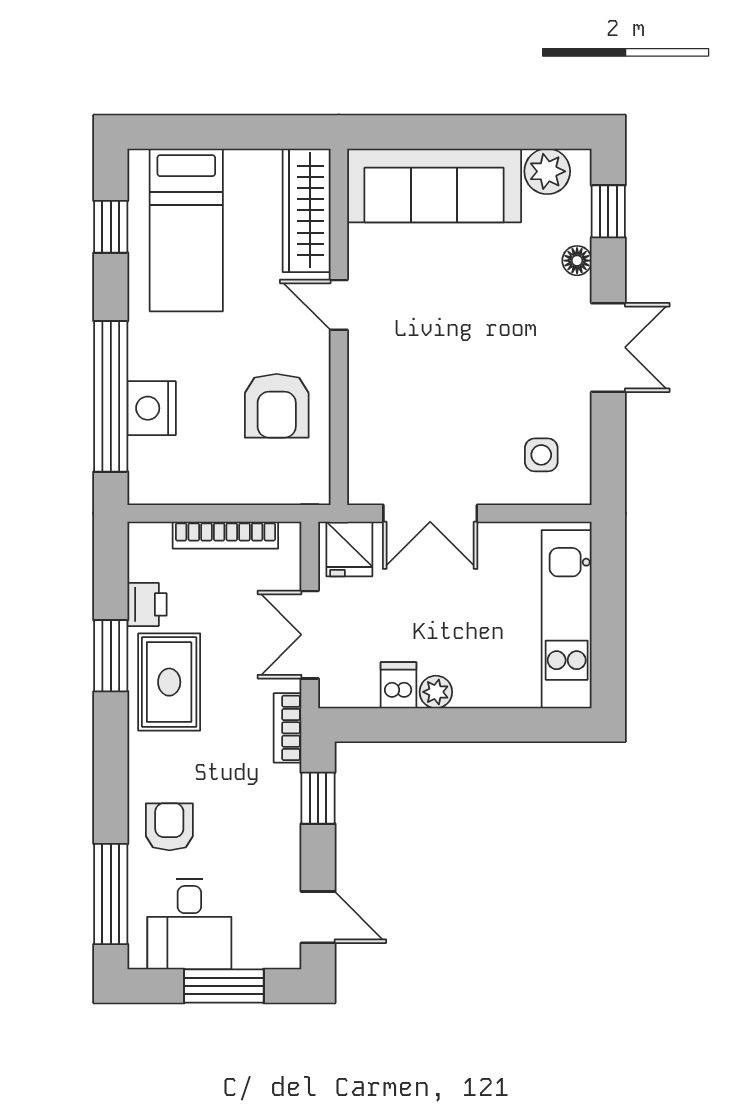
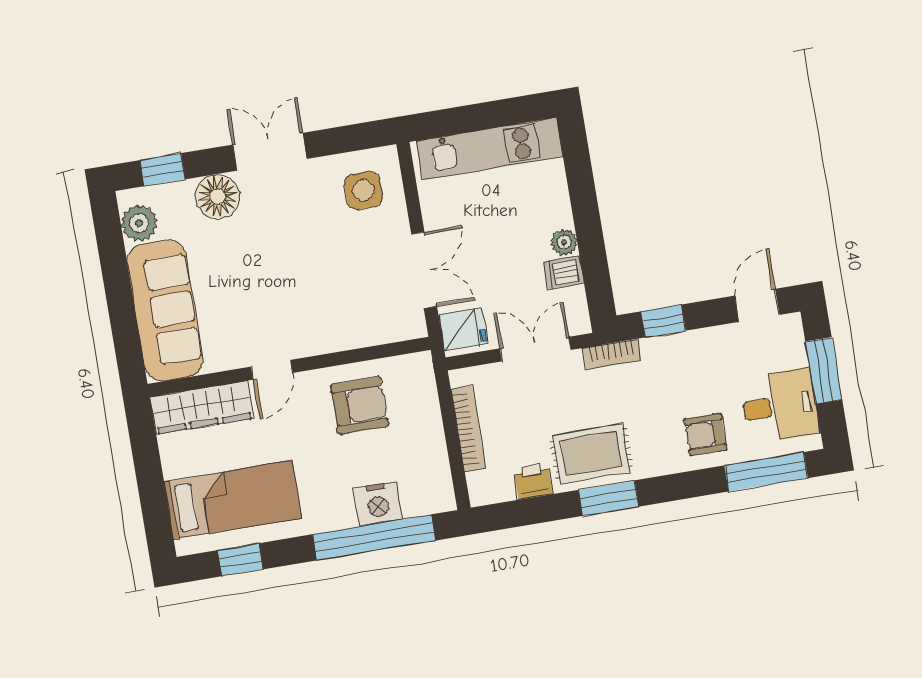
floor lamp: (577, 261) -> (218, 196), width x1.89, depth x1.89
side table: (541, 455) -> (363, 190), width x1.37, depth x1.37
double door: (310, 635) -> (535, 349), swing flipped
window: (111, 656) -> (609, 498), moved

